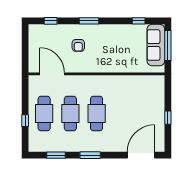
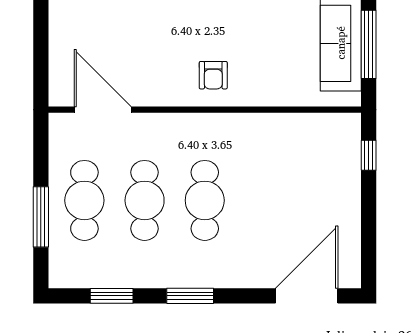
armchair: (78, 45) -> (213, 75), moved
window: (168, 118) -> (369, 155), moved
window: (25, 121) -> (41, 217), width x2.17

